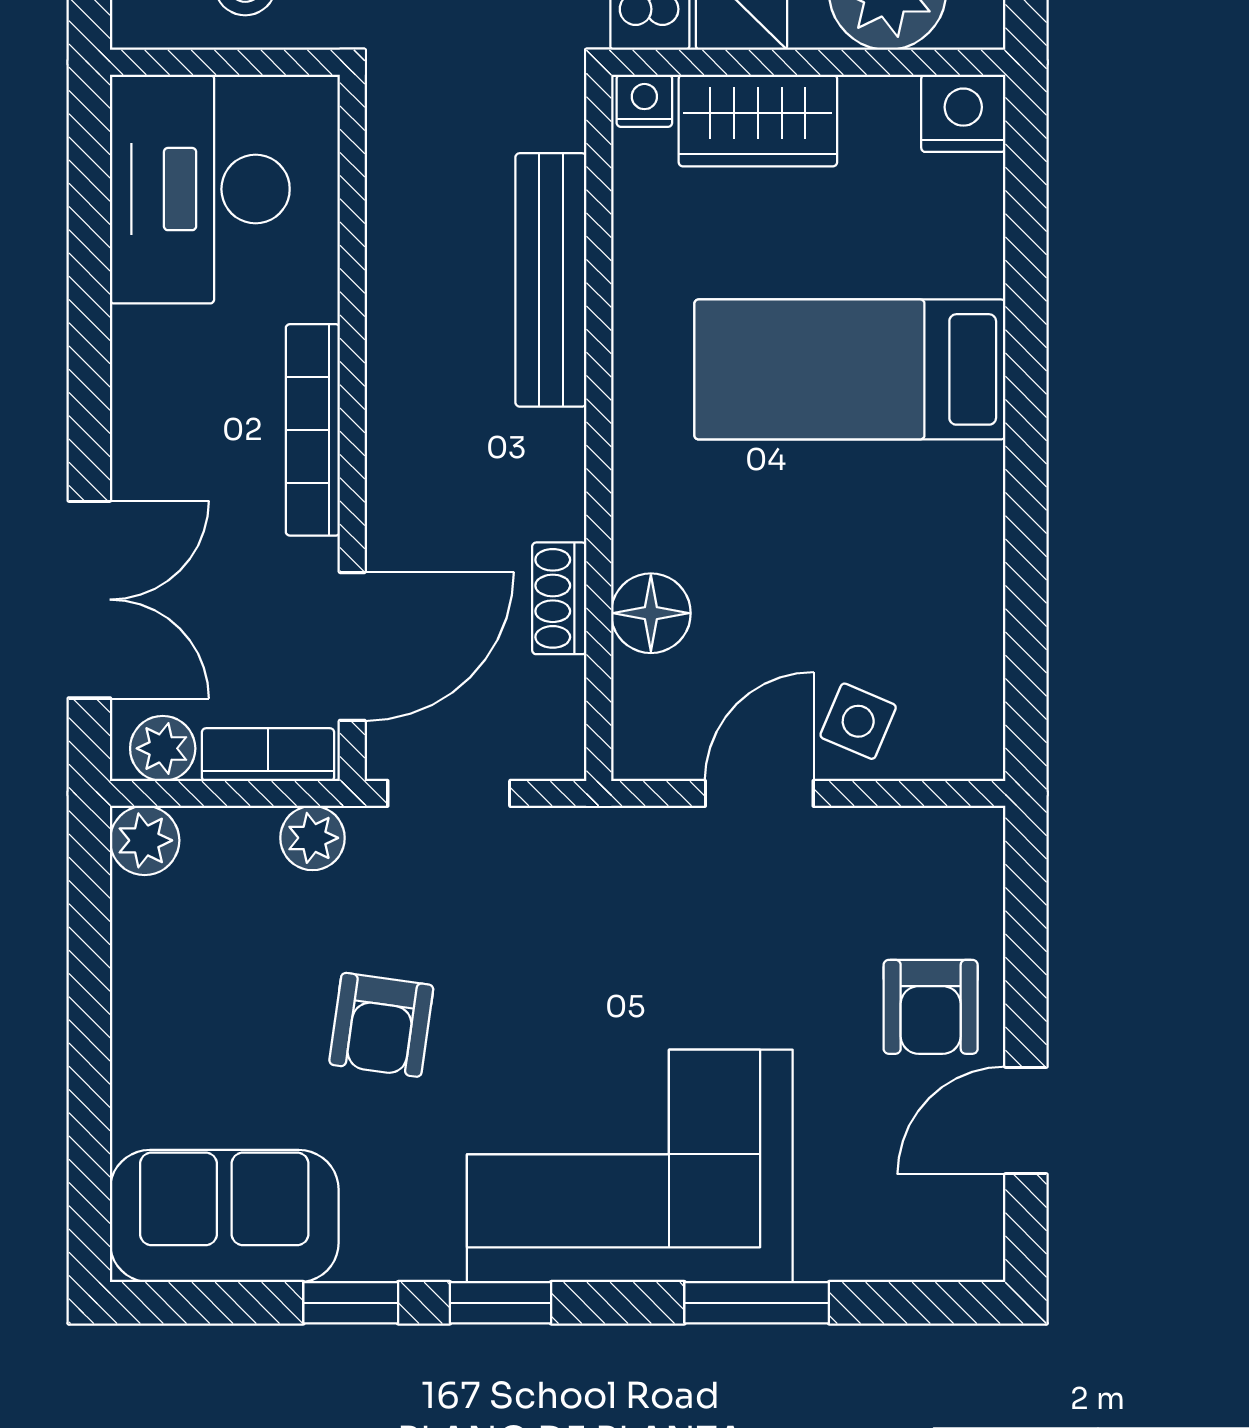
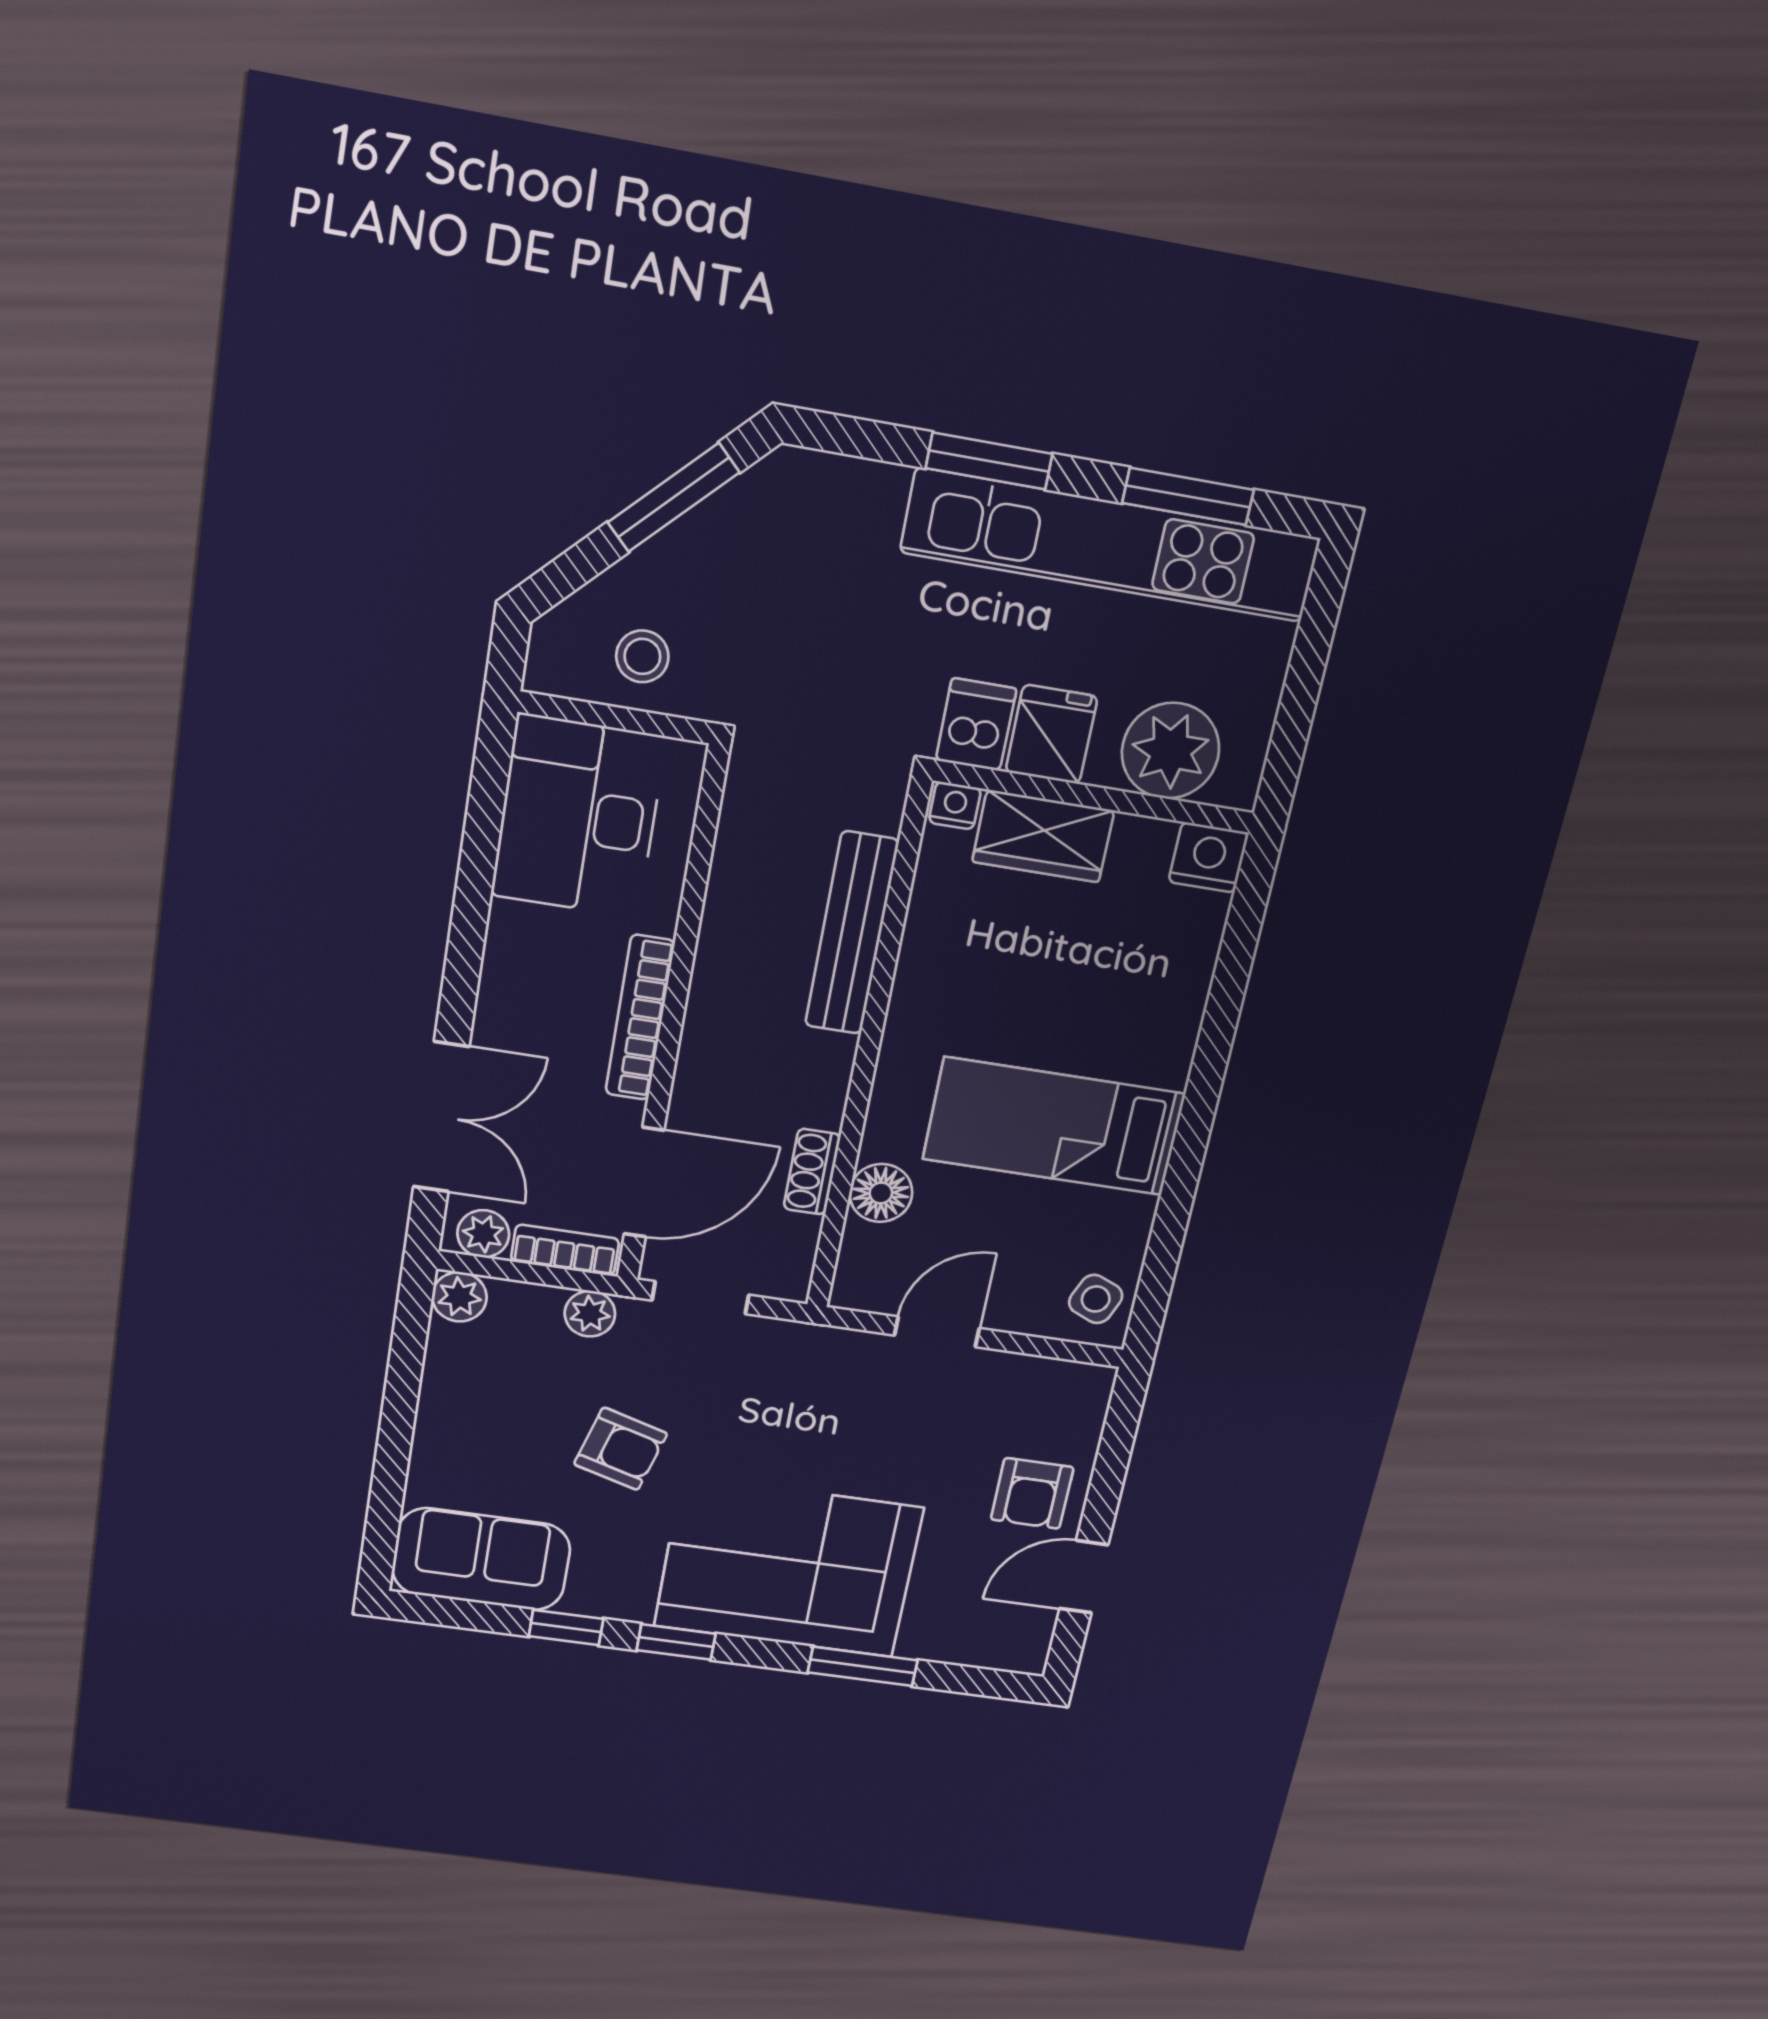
bed: (850, 369) -> (1054, 1126), moved
side table: (858, 721) -> (1096, 1299), moved
armchair: (381, 1025) -> (620, 1449), turned -82

